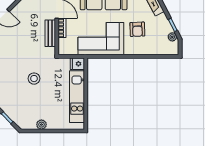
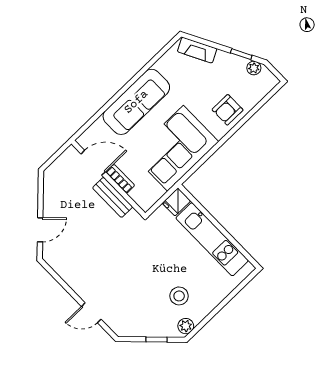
armchair: (137, 29) -> (228, 110), moved, turned 92
stool: (34, 79) -> (179, 296), moved
plant: (41, 125) -> (186, 326), moved

